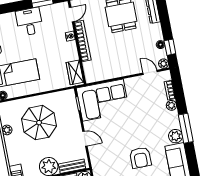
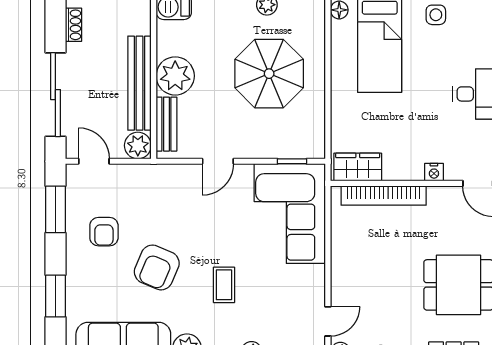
bookcase: (83, 41) -> (384, 195), moved
coffee table: (142, 125) -> (224, 285), added
armchair: (140, 158) -> (157, 267), turned -67

